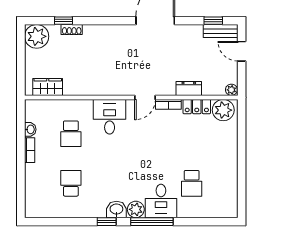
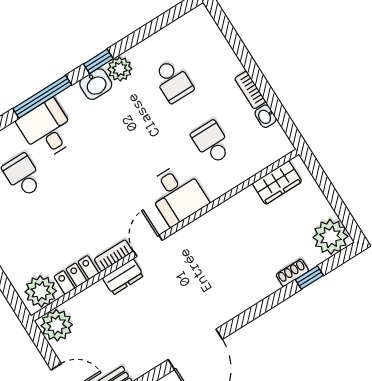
dresser: (189, 89) -> (123, 277), moved
plant: (231, 90) -> (57, 325), width x1.87, depth x1.87
plant: (136, 209) -> (120, 69), moved

